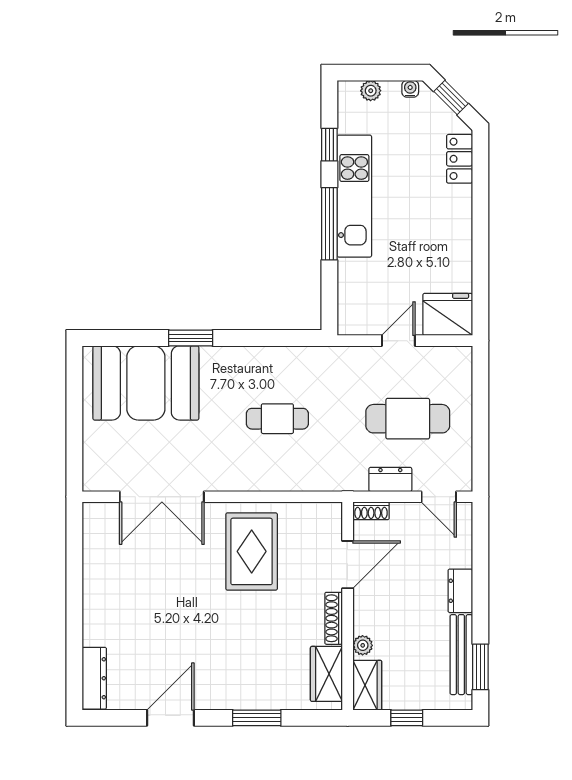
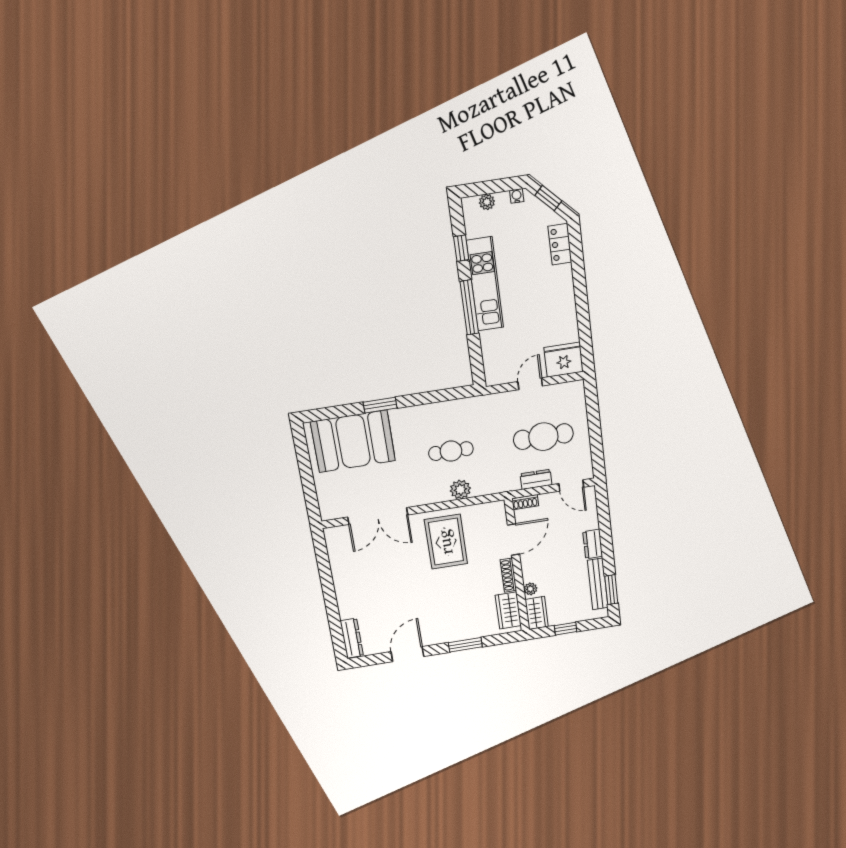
plant: (283, 477) -> (460, 490), added

